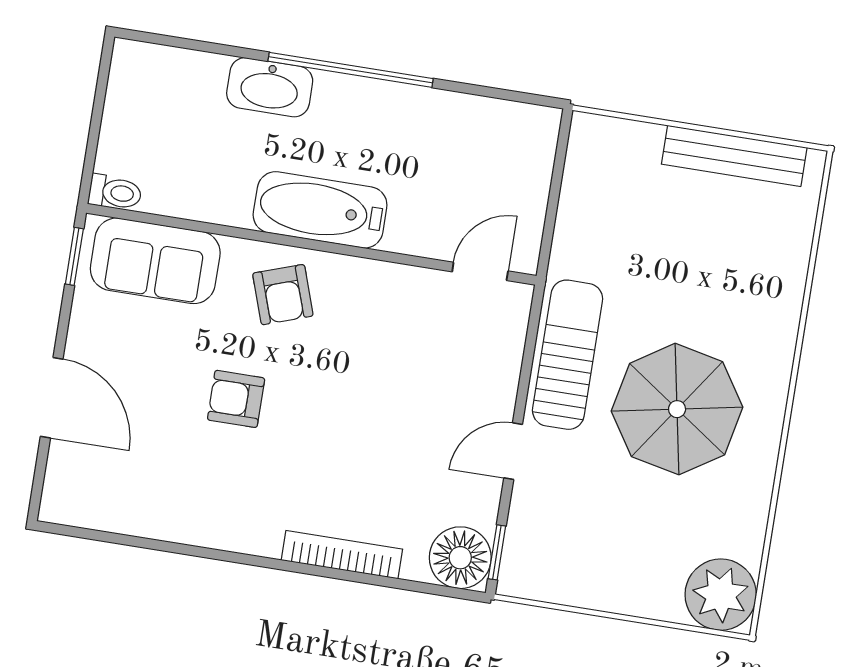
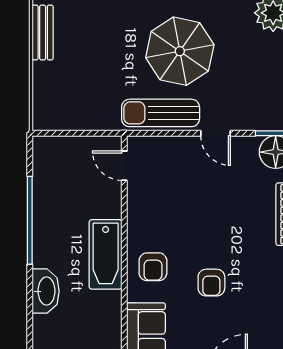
window: (351, 70) -> (30, 220), moved
bench: (734, 156) -> (43, 33), width x0.73
armchair: (283, 295) -> (153, 267), turned 109

